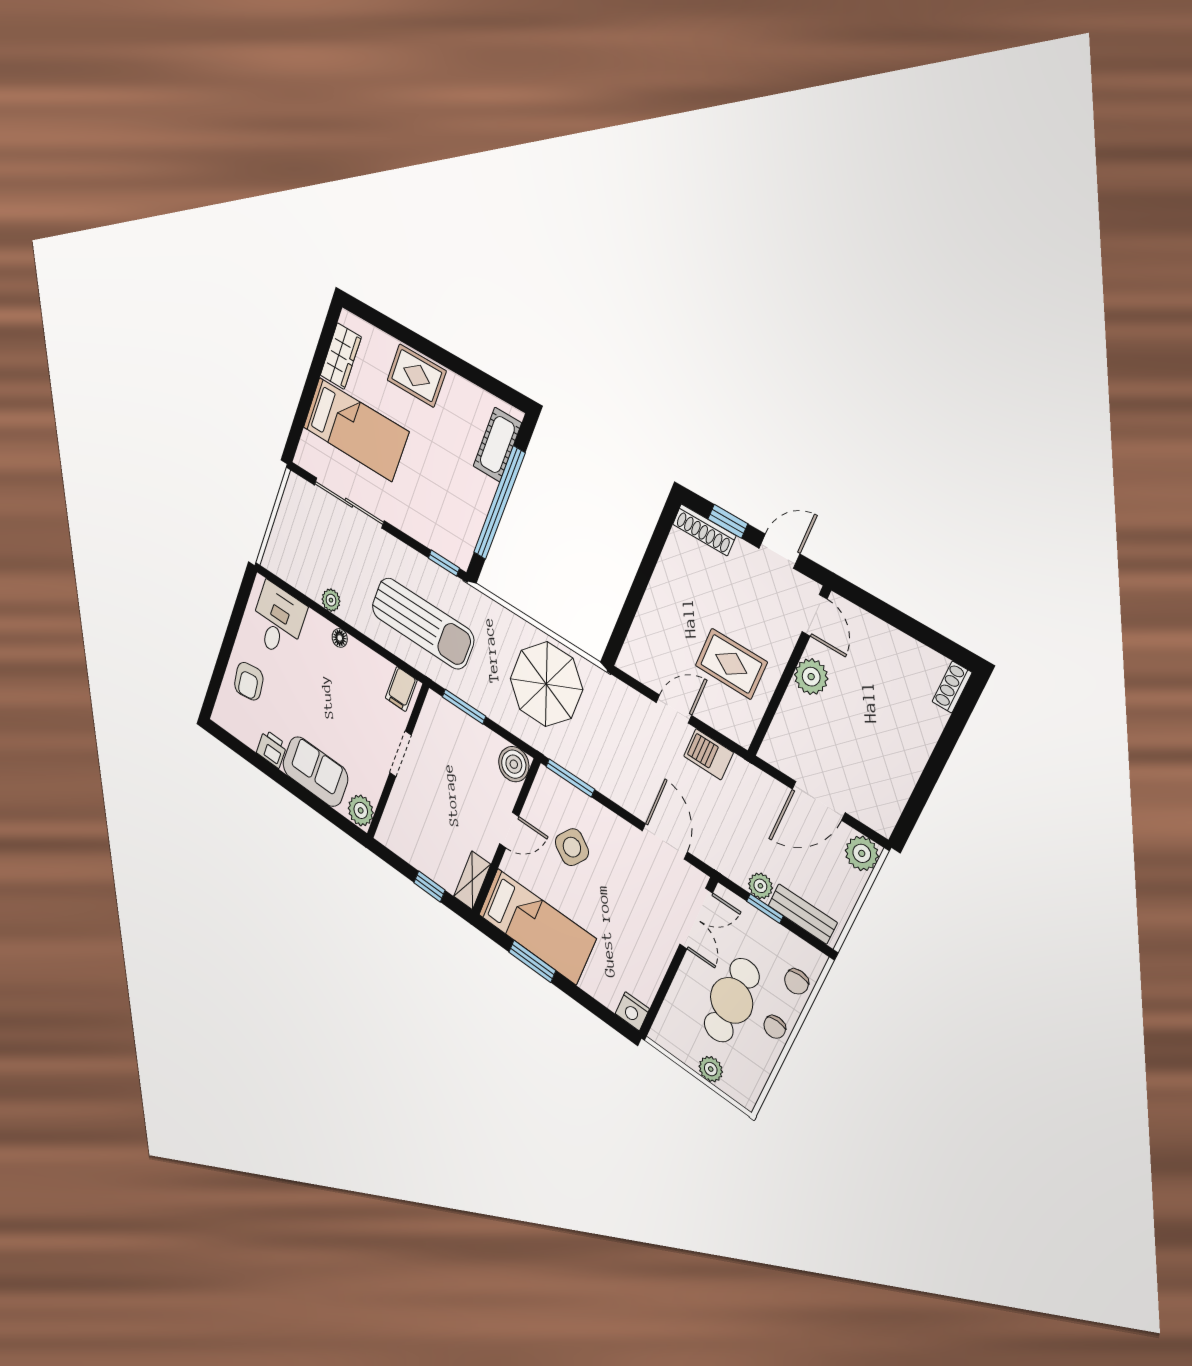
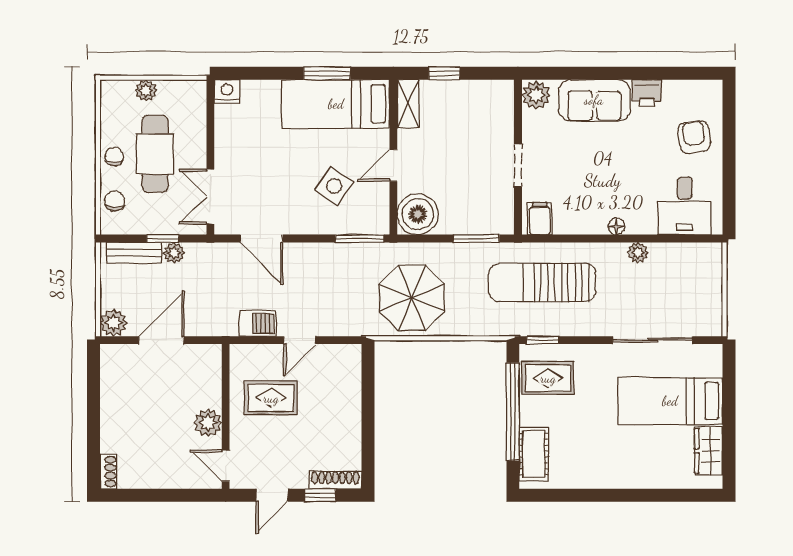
rug: (417, 376) -> (548, 378), moved
boiler: (514, 764) -> (418, 214), width x1.37, depth x1.37

